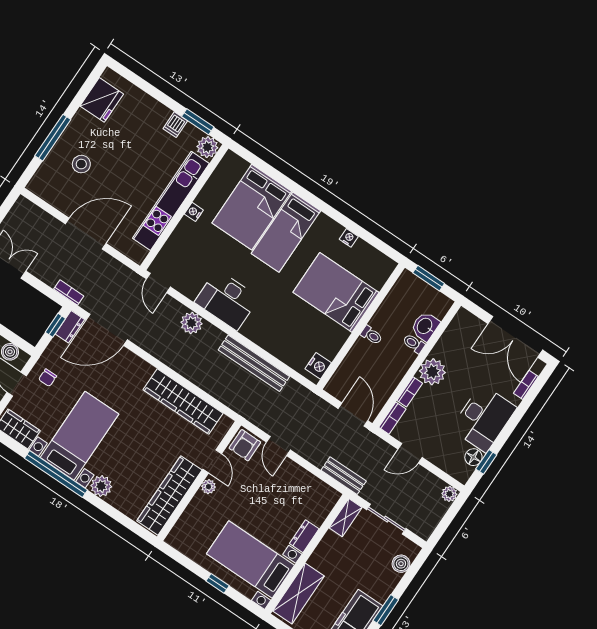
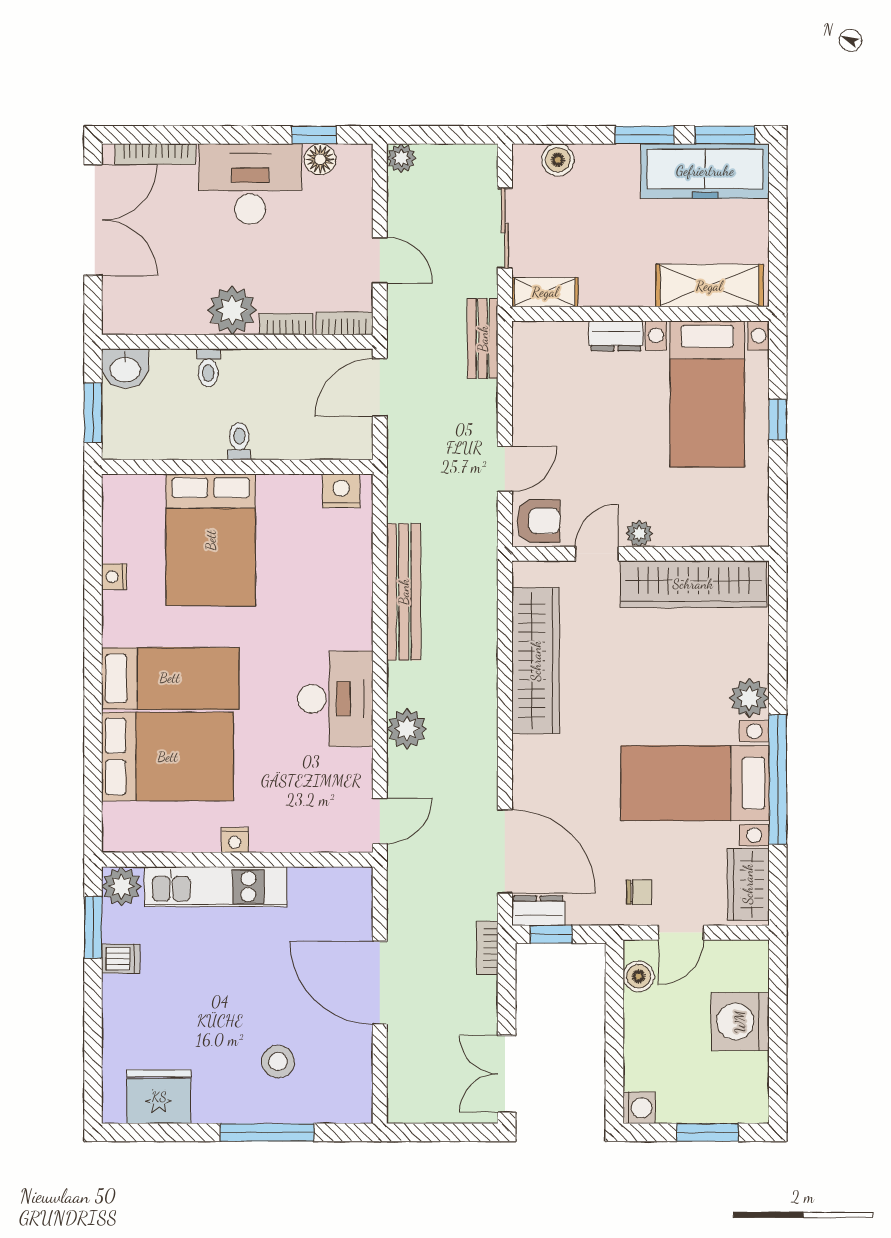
kitchen unit: (171, 201) -> (216, 887), width x0.73
washbasin: (425, 326) -> (125, 369), moved
bookcase: (526, 385) -> (156, 154), width x1.56

